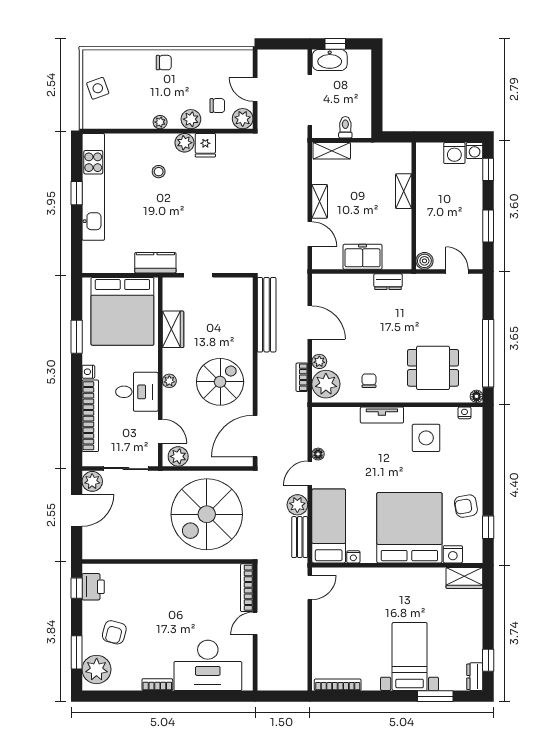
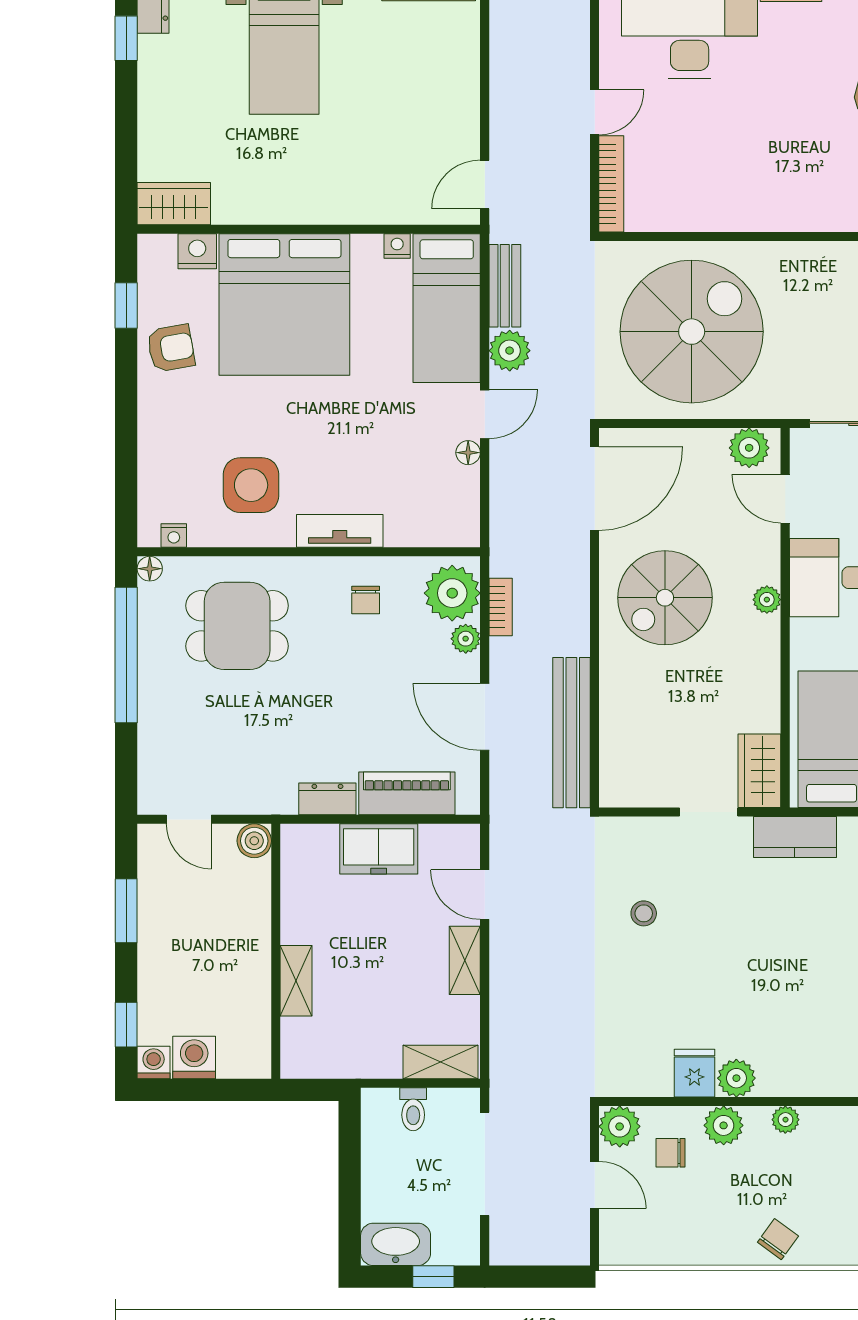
washbasin: (330, 60) -> (396, 1244), moved
chair: (164, 63) -> (778, 1239), turned 126
stool: (159, 172) -> (644, 913), moved
piano: (348, 284) -> (407, 793), added
wardrobe: (173, 329) -> (759, 771), moved

